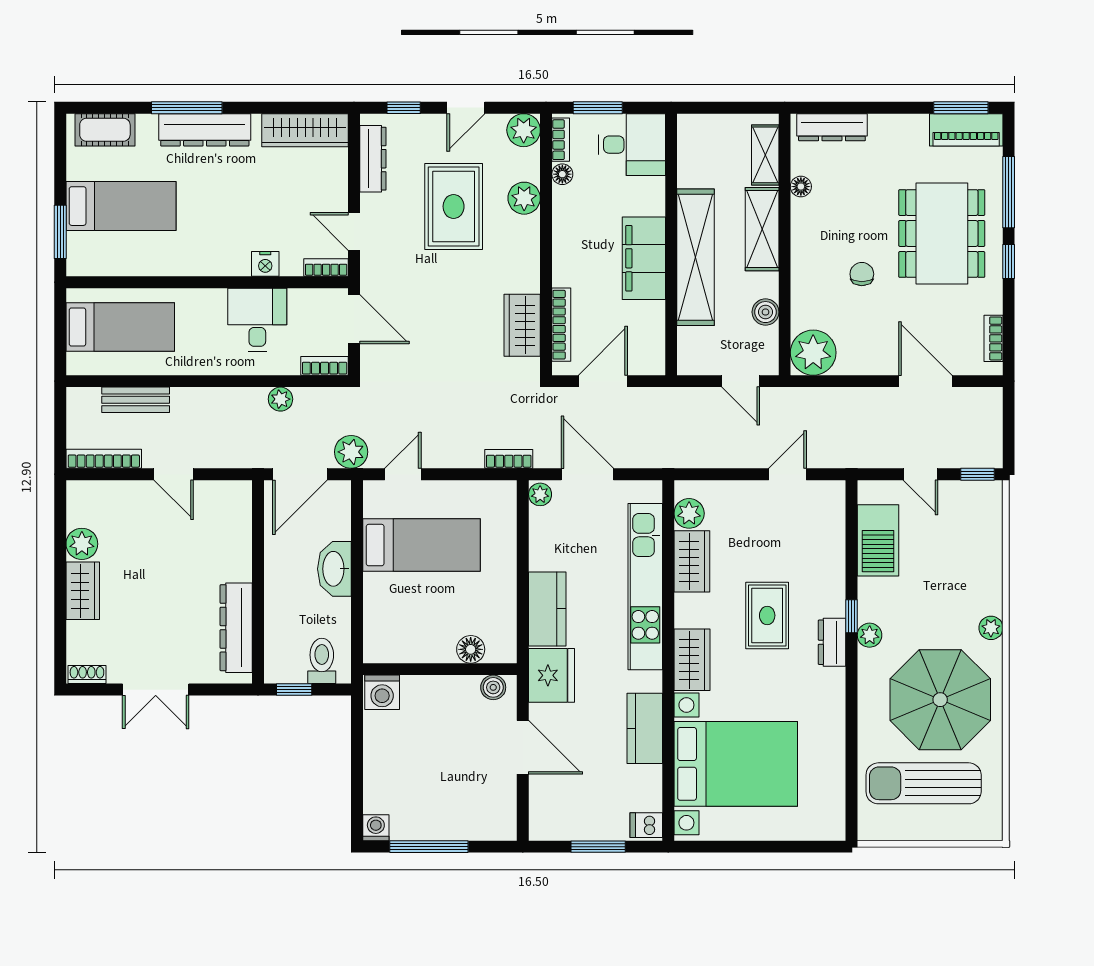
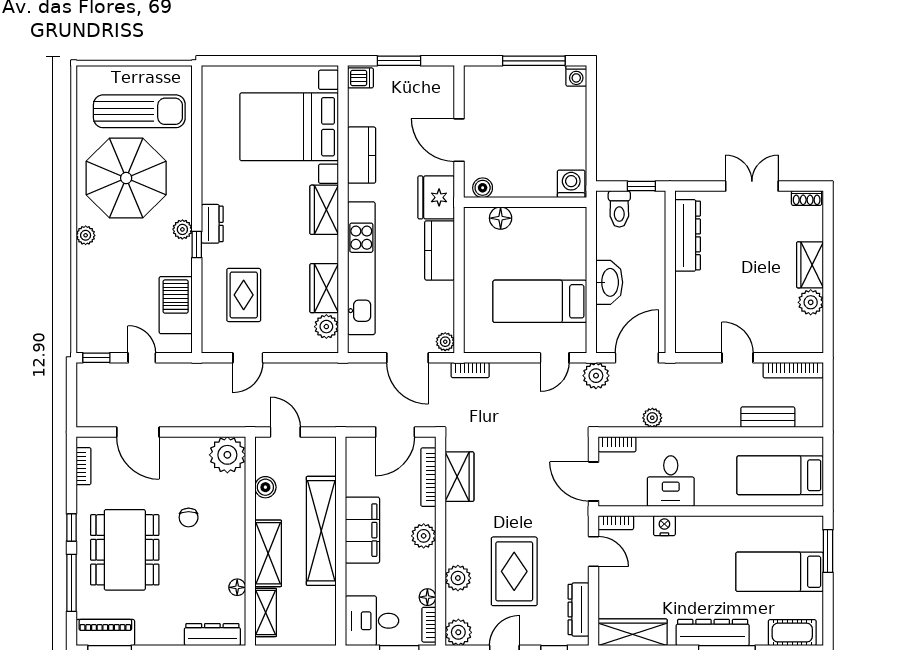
plant: (567, 251) -> (424, 536), added
rug: (767, 615) -> (244, 295), moved

